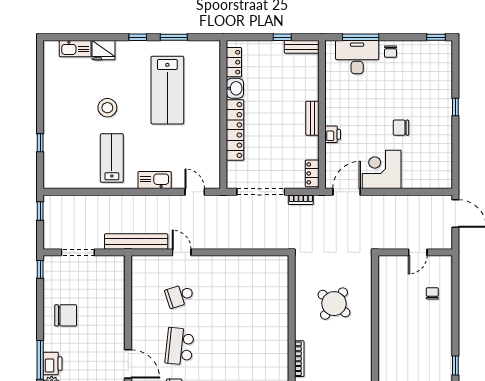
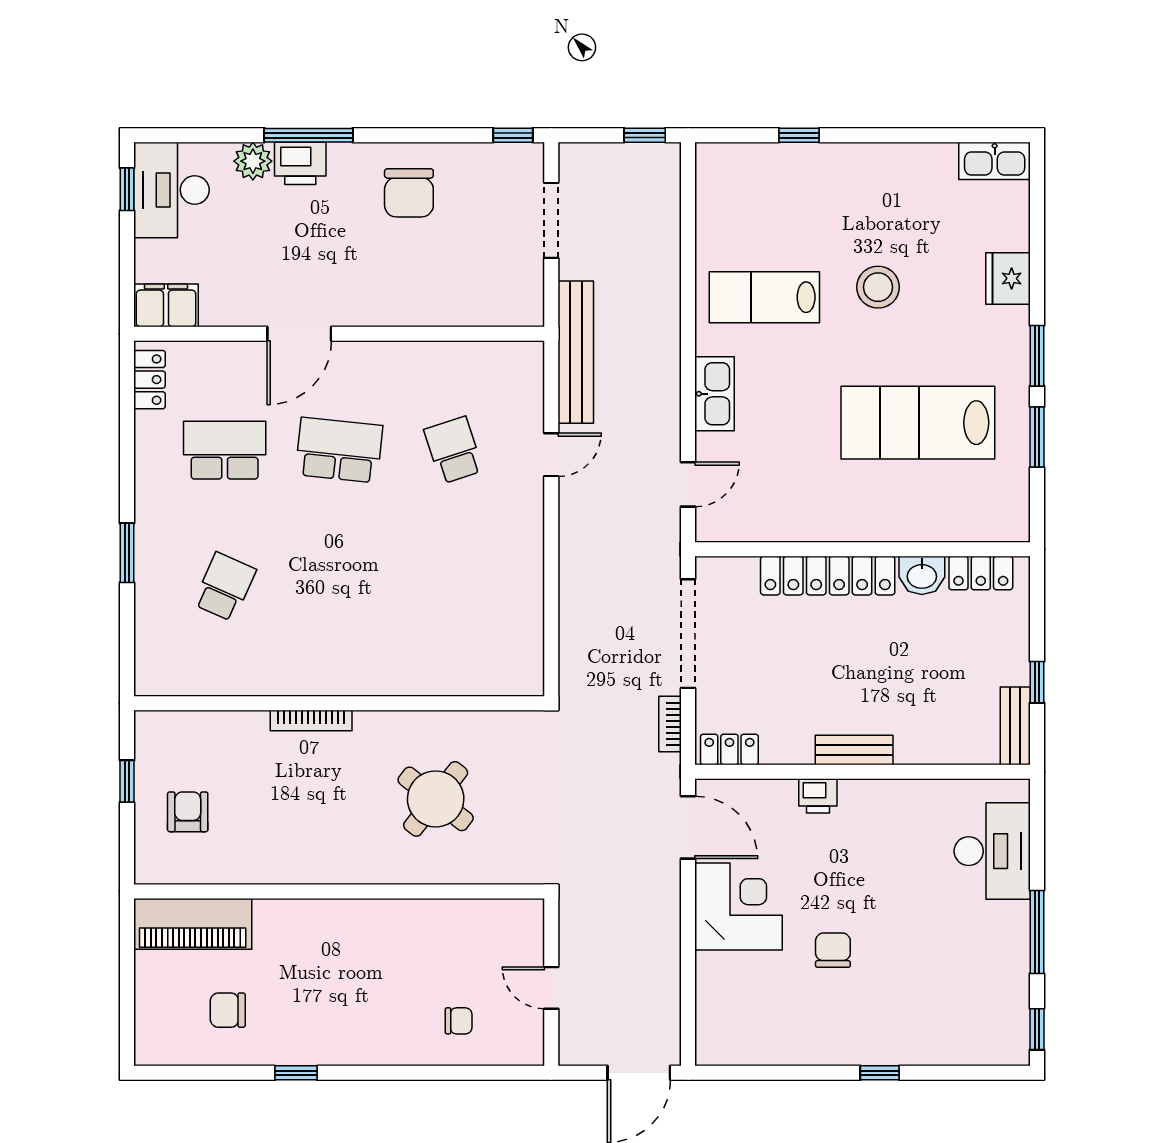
window: (138, 37) -> (1037, 356), width x1.50
window: (361, 37) -> (1037, 932), moved
kitchen sink: (75, 49) -> (995, 161), moved, turned -90
chair: (391, 52) -> (1004, 927), removed
lab bench: (112, 158) -> (764, 297), turned 180

